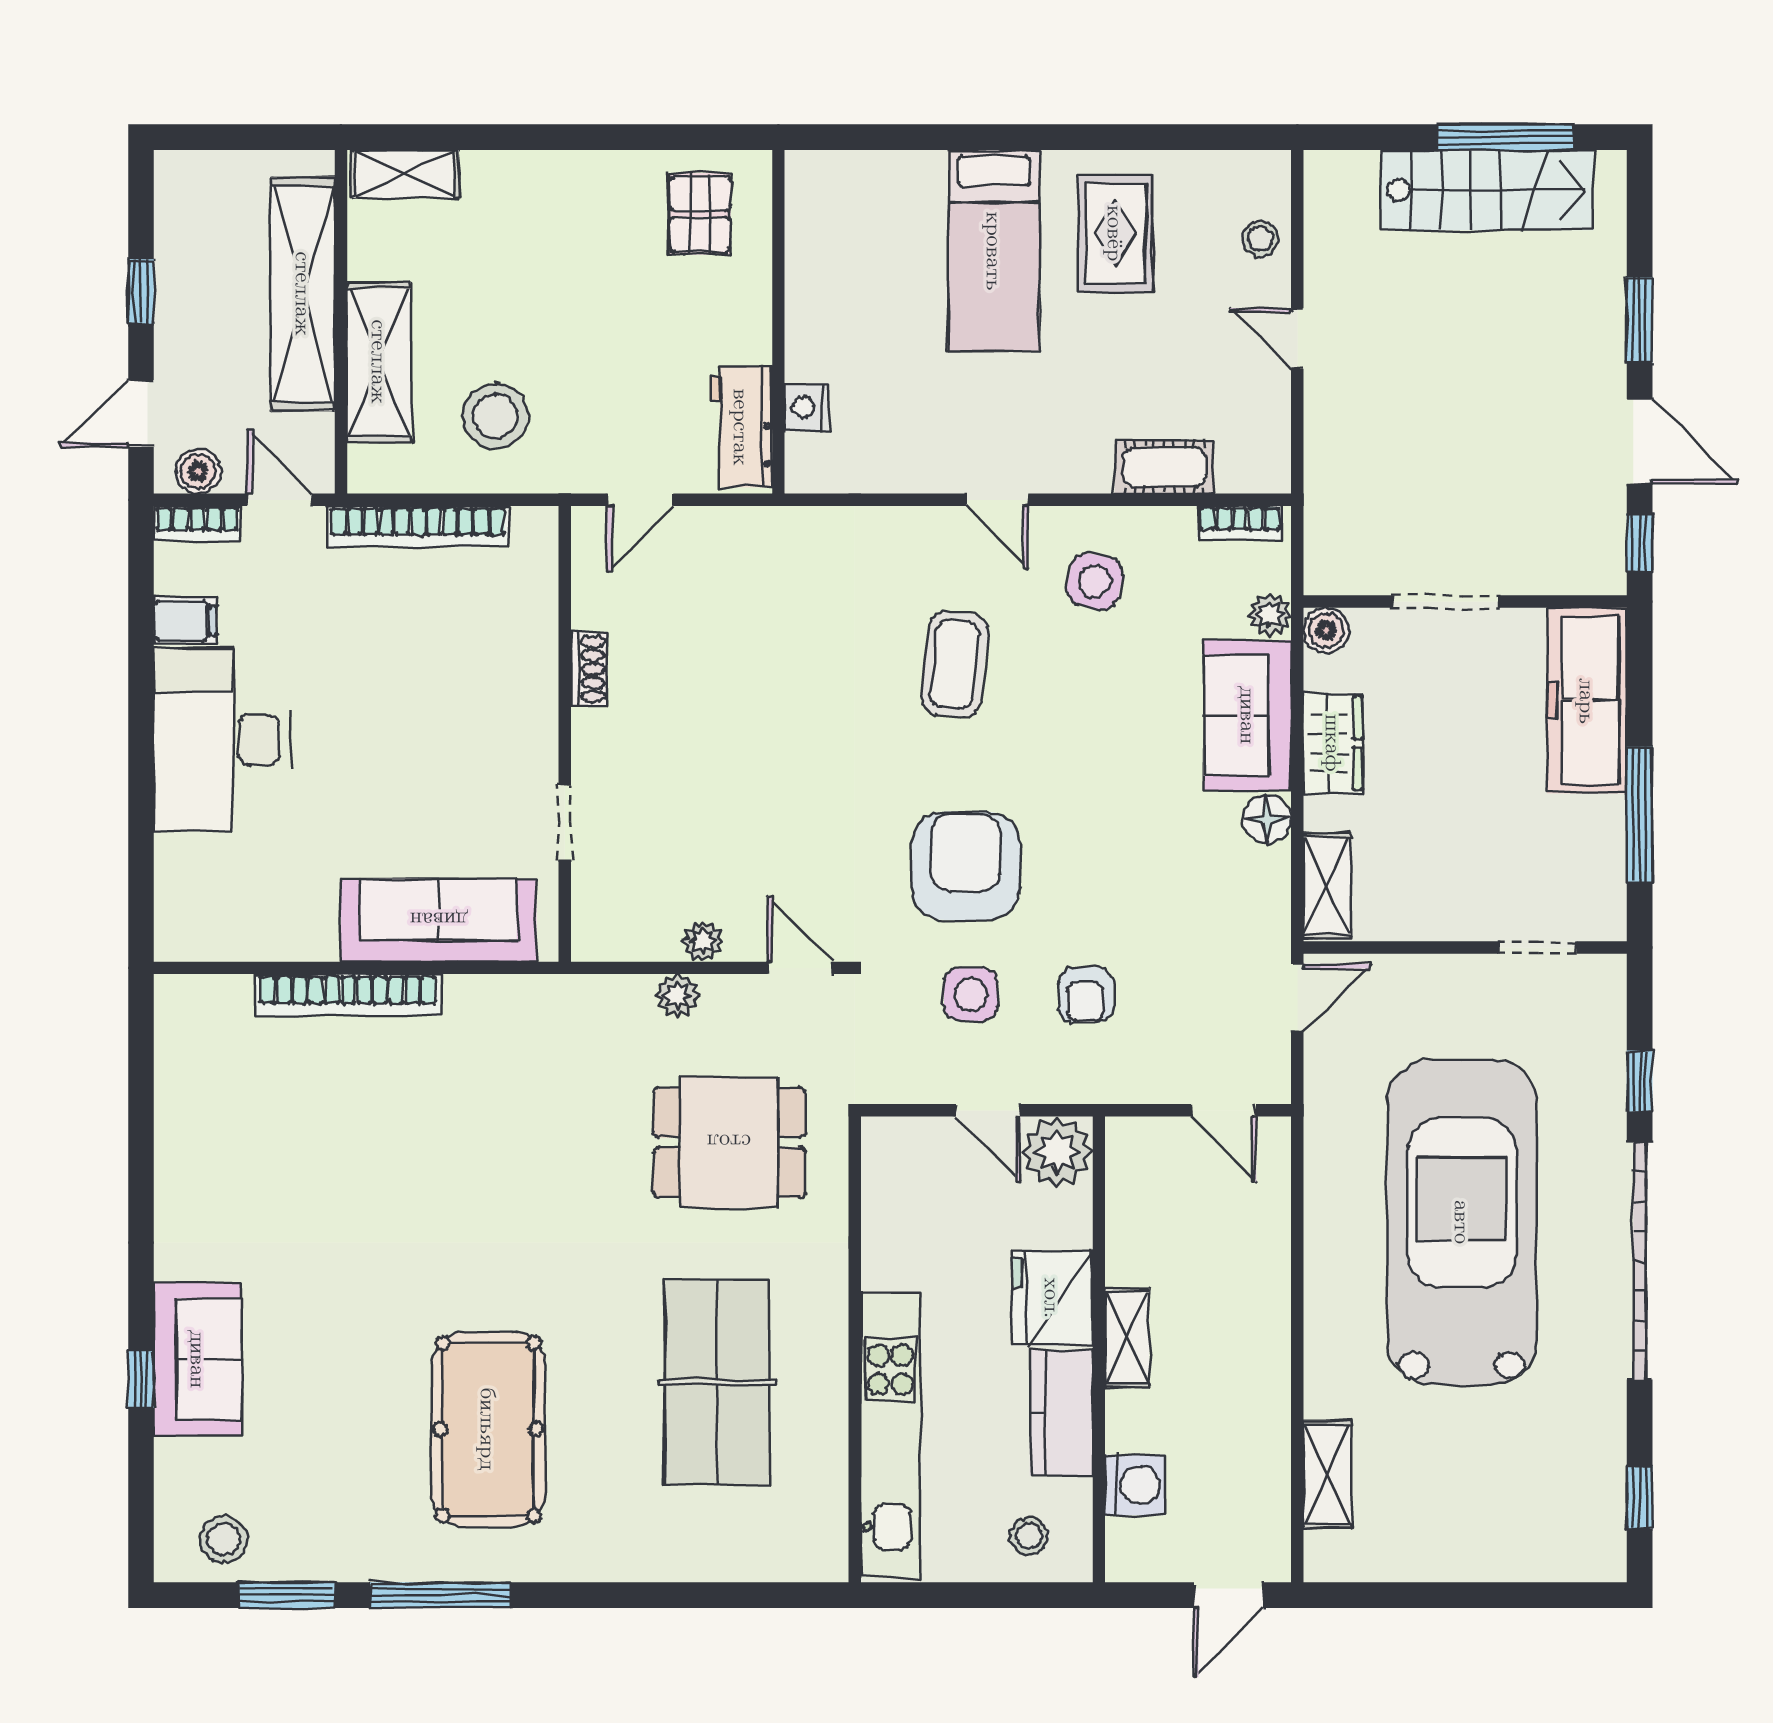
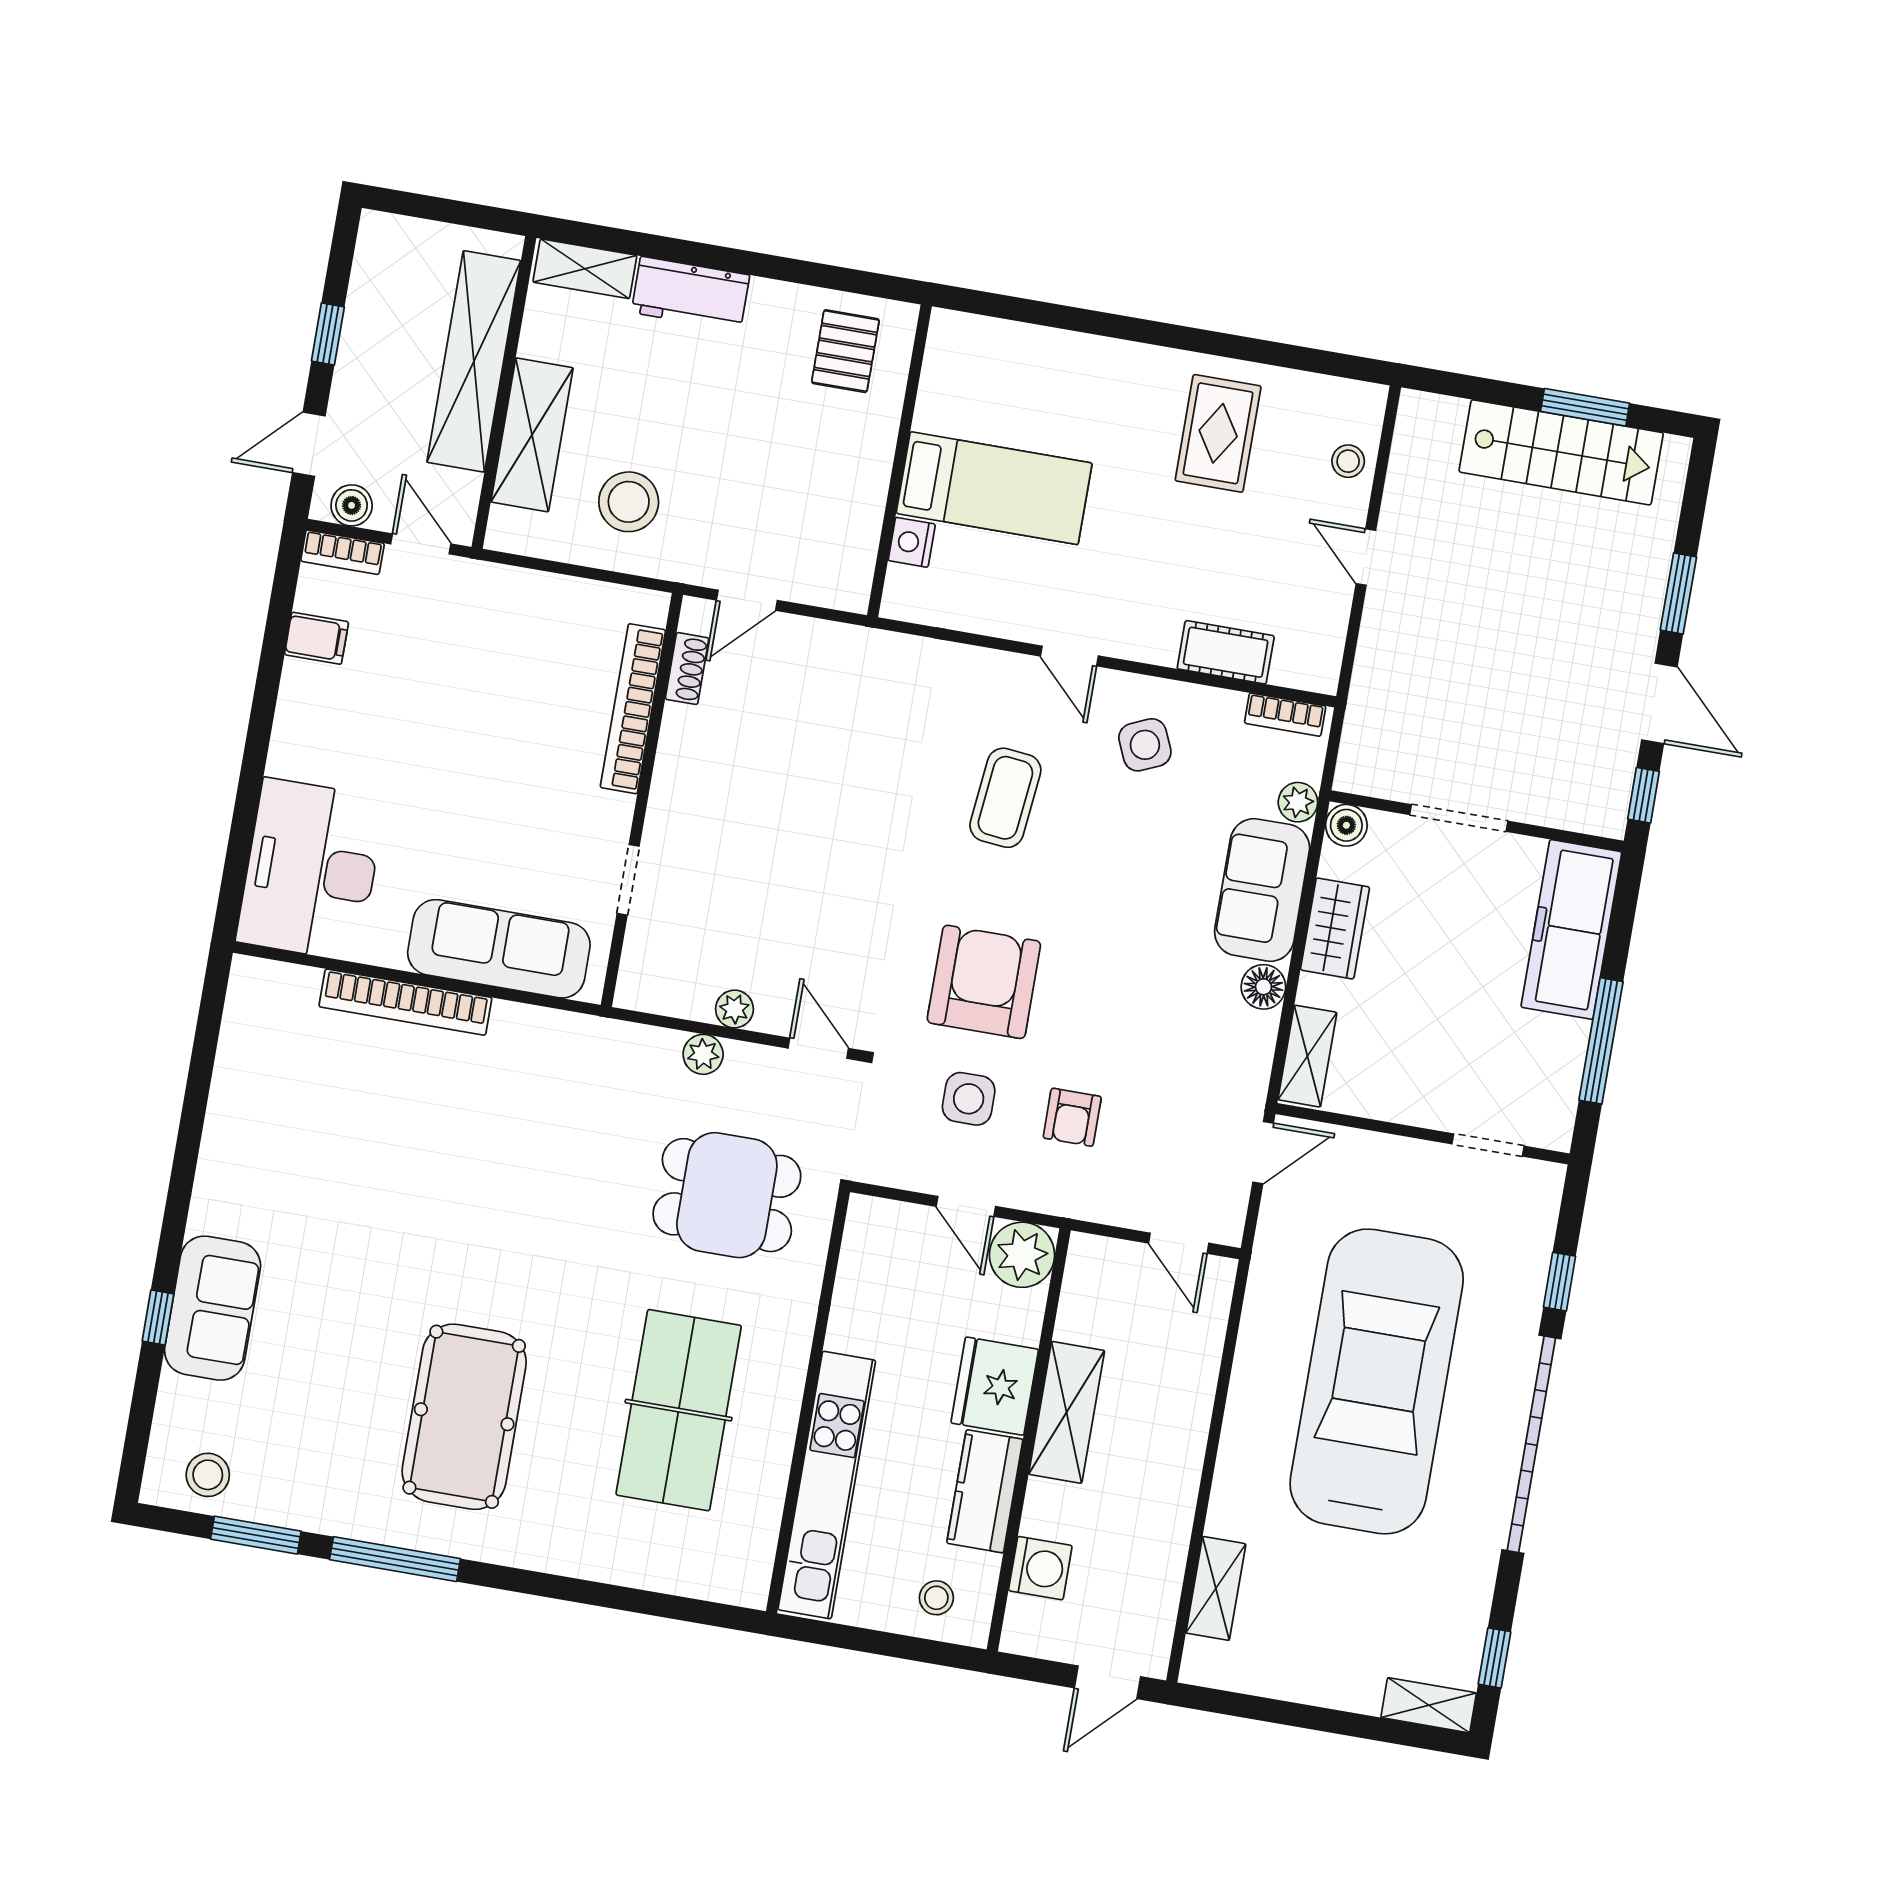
window: (1505, 137) -> (1585, 407), width x0.69
bed: (994, 251) -> (994, 488), moved, turned -90
workbench: (741, 427) -> (690, 294), moved, turned -90
bookcase: (418, 527) -> (633, 709), moved, turned 90
side table: (1095, 581) -> (1145, 745), turned -36
shoe rack: (589, 669) -> (687, 669), moved
desk: (222, 740) -> (311, 870), moved
shelving: (1127, 1337) -> (1067, 1412), width x1.50, depth x1.33
shelving: (1578, 1560) -> (1429, 1705), added

